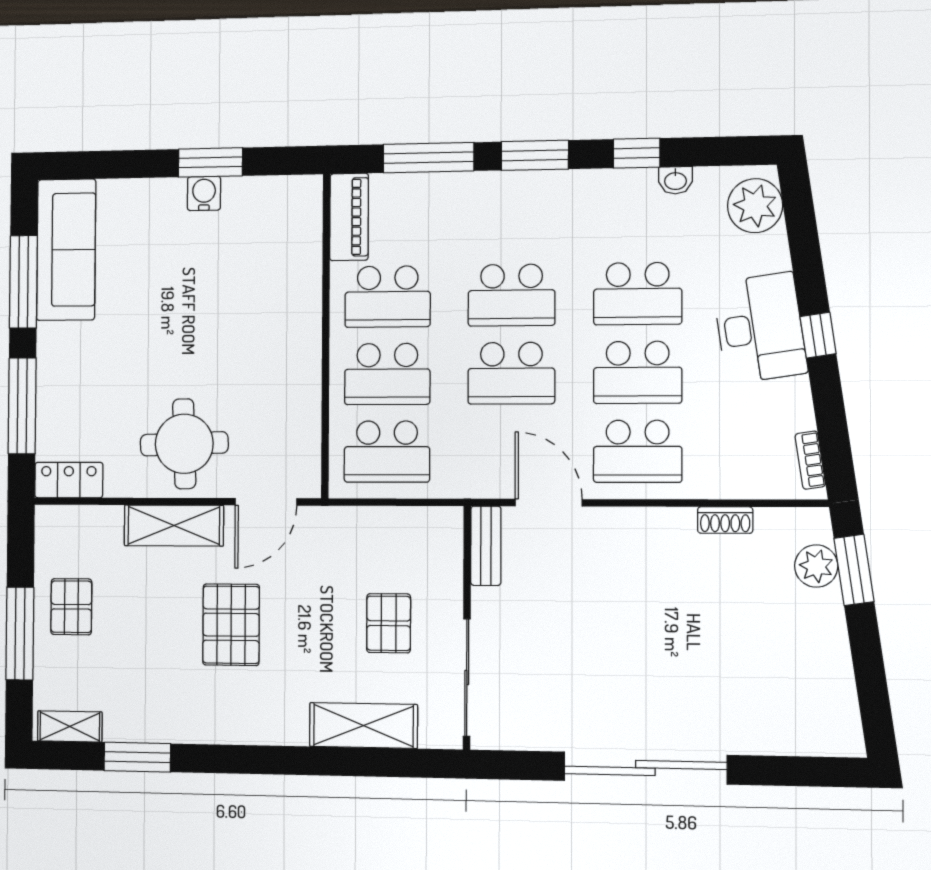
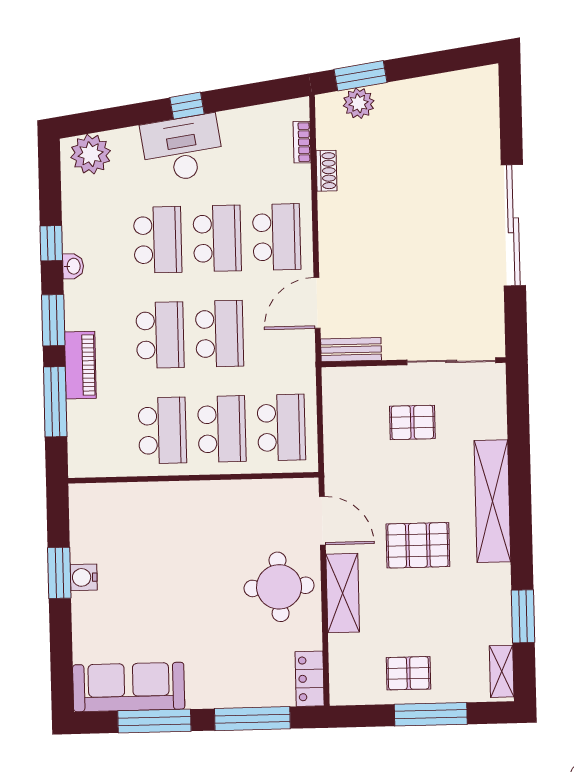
washbasin: (675, 180) -> (73, 266), moved
piano: (349, 217) -> (80, 365), moved, turned 90
bookcase: (810, 460) -> (302, 142), moved, turned 98
shelving: (363, 726) -> (492, 501), moved, width x1.47

